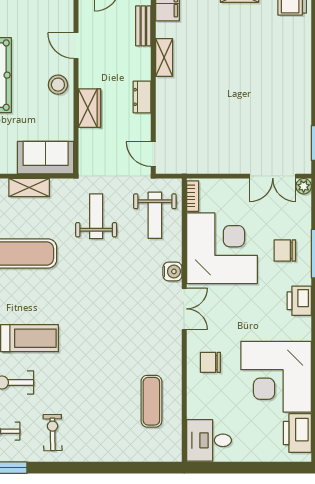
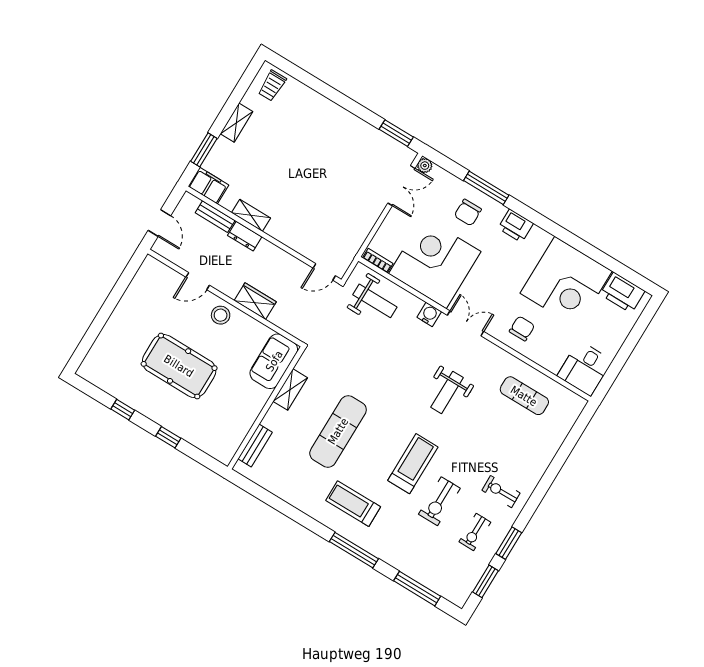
dresser: (142, 97) -> (245, 236), moved
weight bench: (96, 216) -> (447, 392), moved, turned -90
chair: (210, 362) -> (522, 328), turned 180

